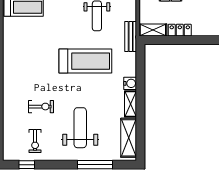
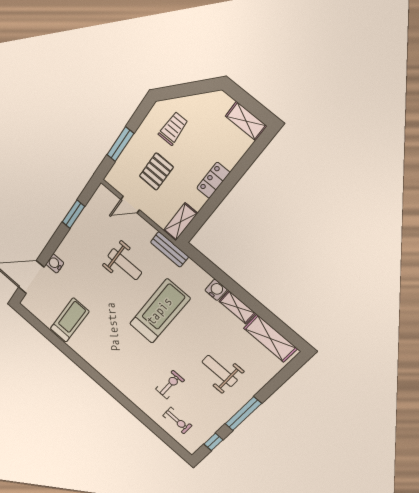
locker: (180, 30) -> (213, 180), moved
weight bench: (80, 128) -> (220, 371), width x0.73, depth x0.75
exercise bike: (35, 141) -> (177, 421), moved
window: (95, 165) -> (243, 414), moved

